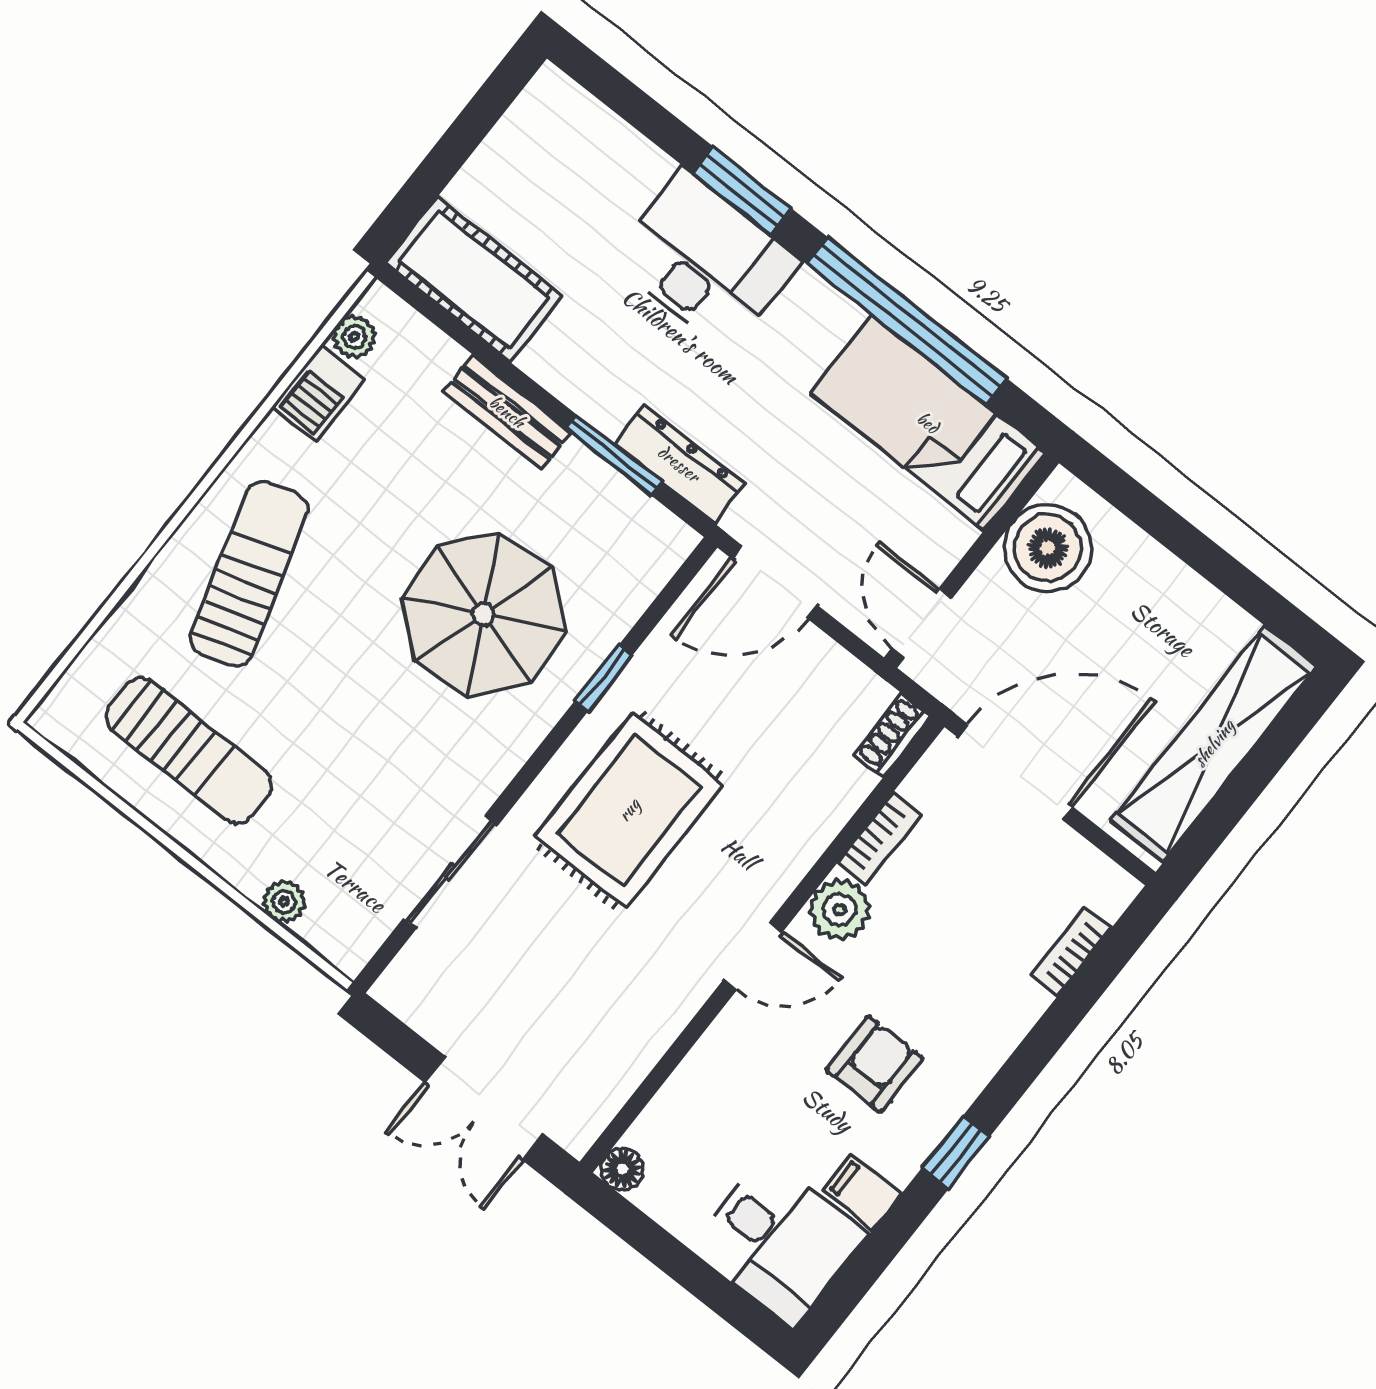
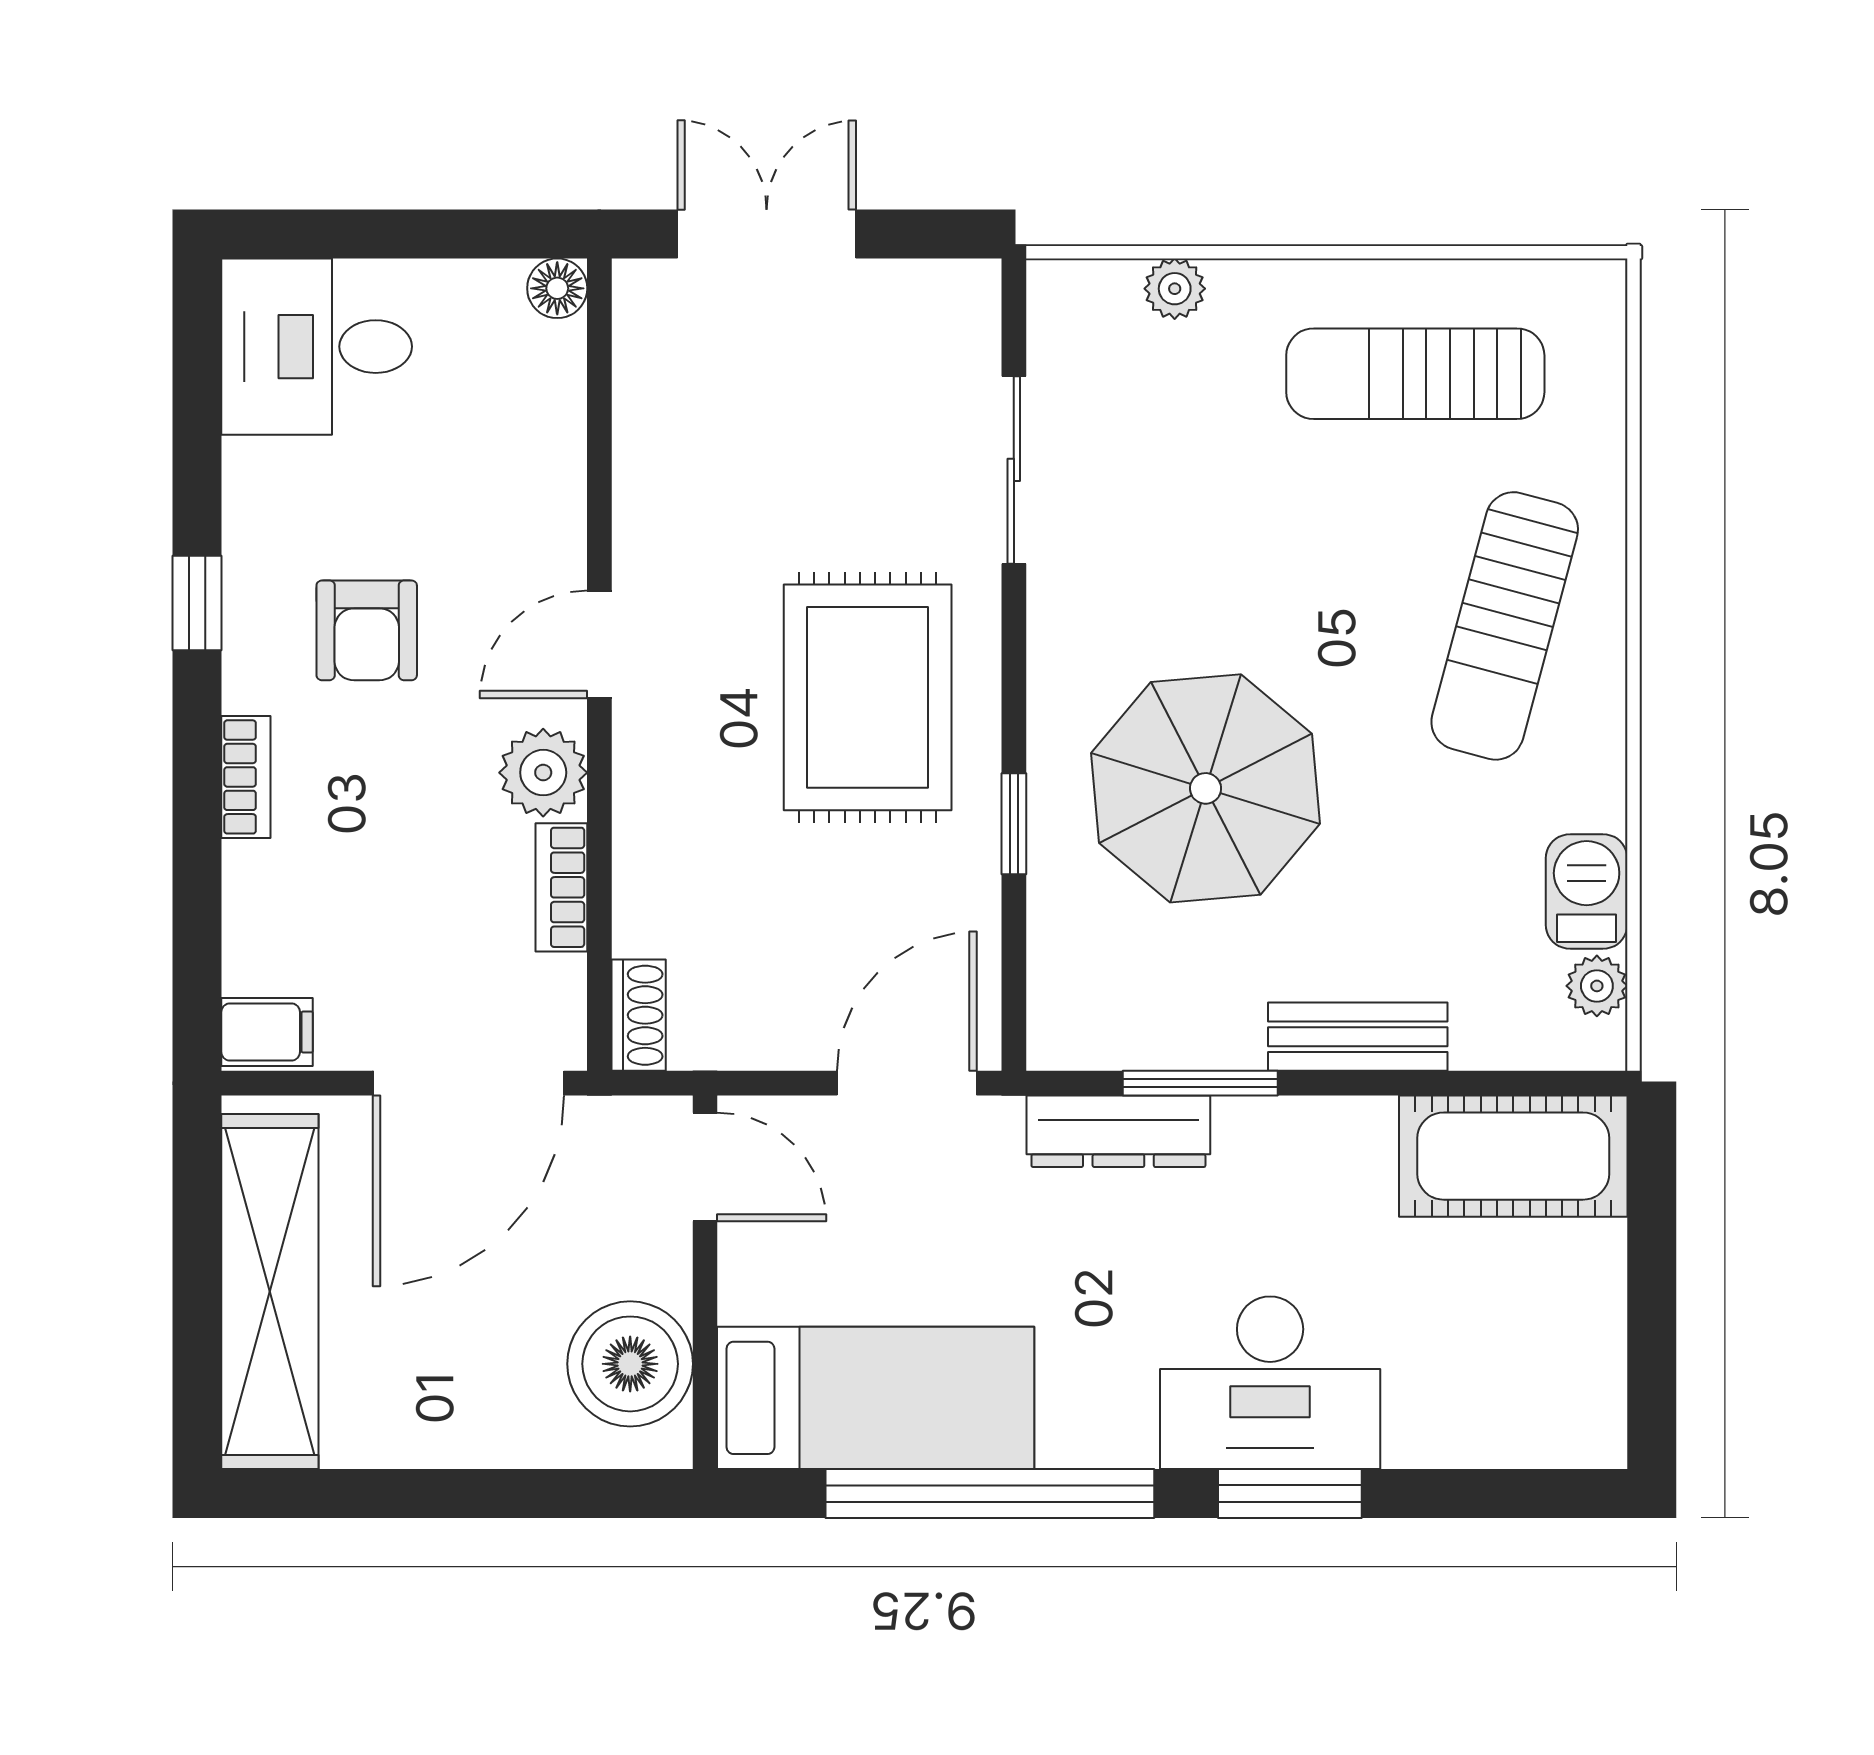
sun lounger: (249, 574) -> (1505, 626), turned 32
bookcase: (1071, 952) -> (246, 777), moved
filing cabinet: (862, 1192) -> (267, 1032), moved

